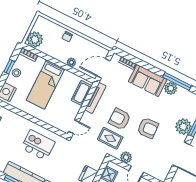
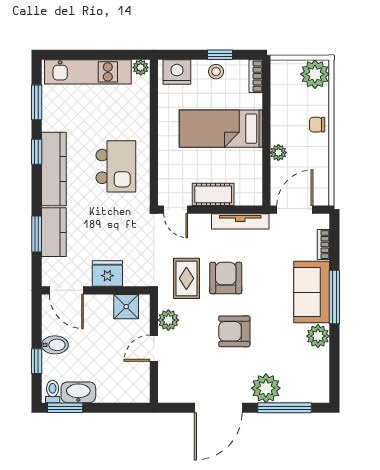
plant: (35, 39) -> (315, 74), moved
door: (103, 68) -> (295, 210), hinge flipped
window: (177, 81) -> (334, 297), moved
cot: (82, 93) -> (213, 194), moved
armchair: (148, 128) -> (234, 331), turned 93

